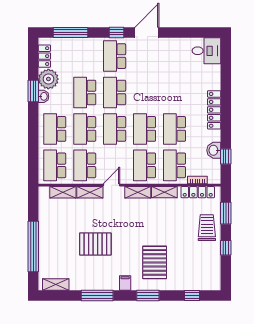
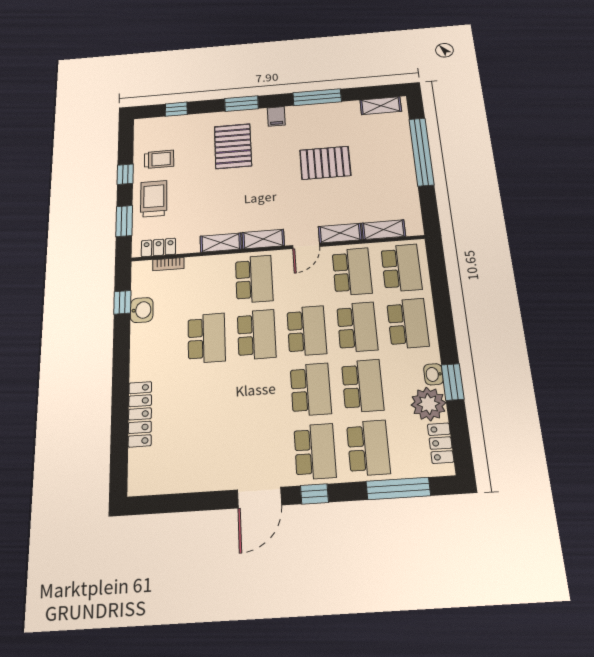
desk: (206, 51) -> (153, 472), removed
locker: (214, 110) -> (140, 414), moved
school desk: (174, 165) -> (368, 448), moved
locker: (198, 192) -> (158, 247), width x0.66
trolley: (207, 228) -> (154, 199), turned 180
trolley: (204, 257) -> (159, 159), added

